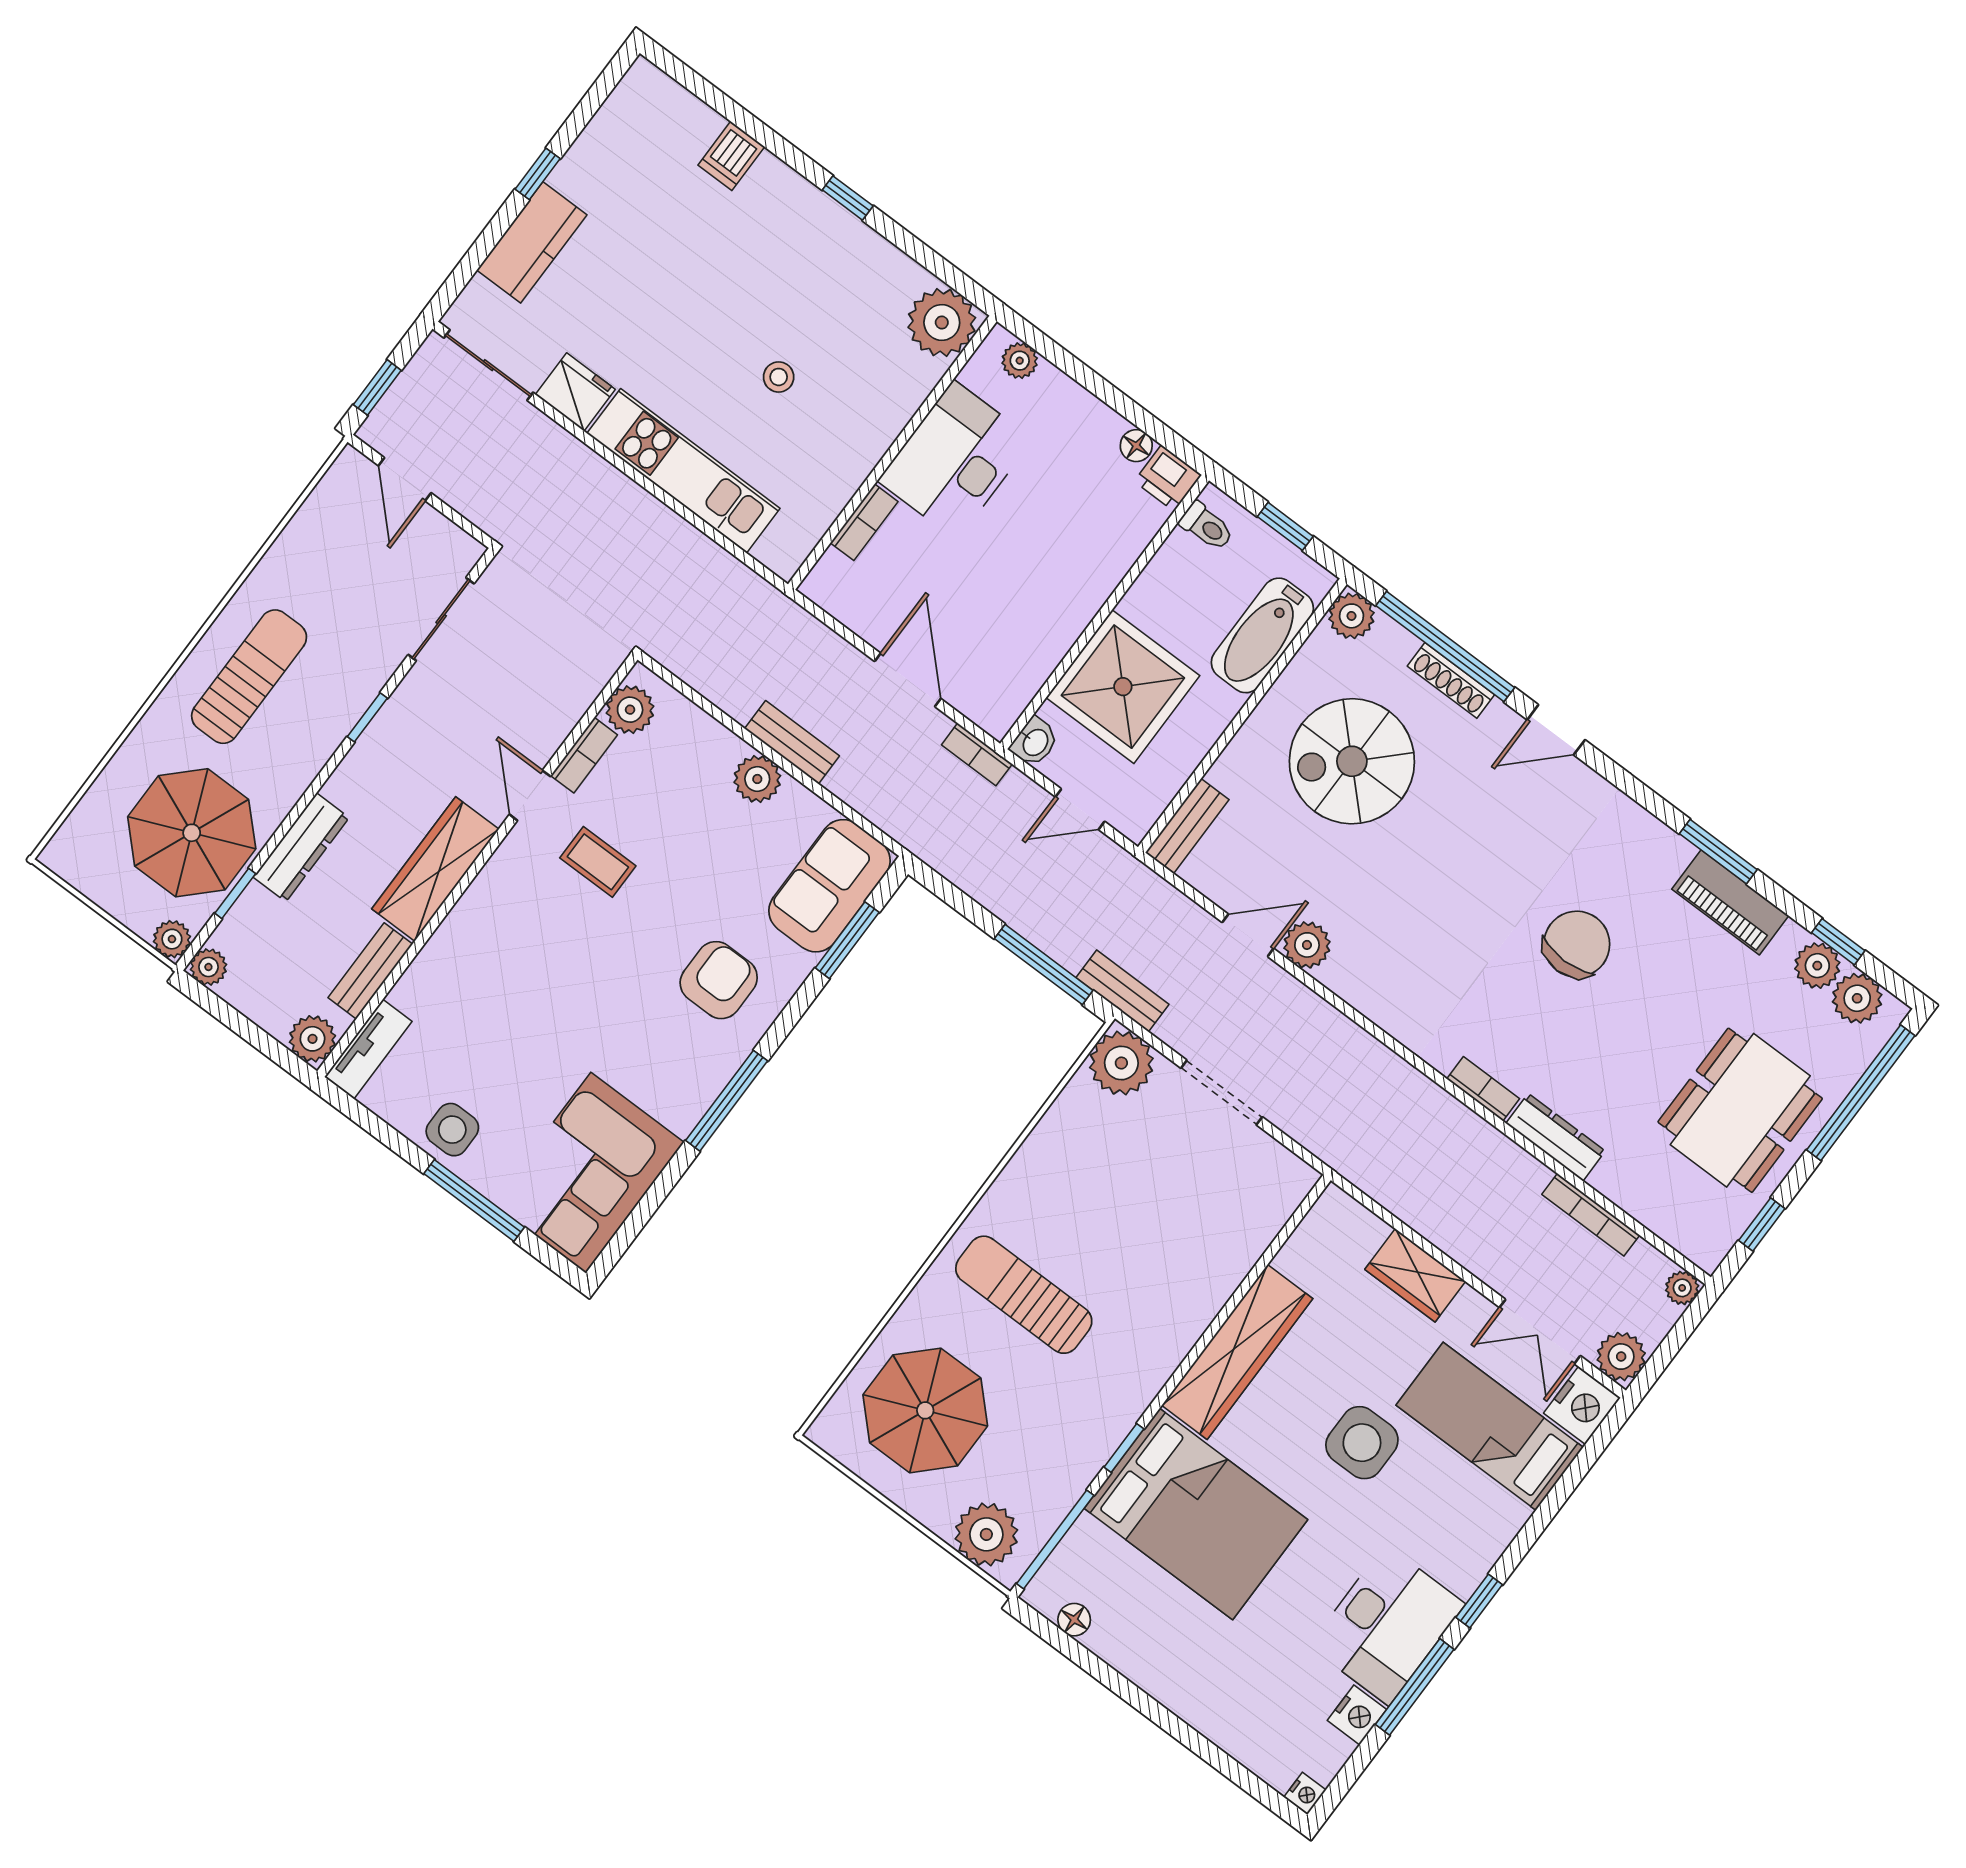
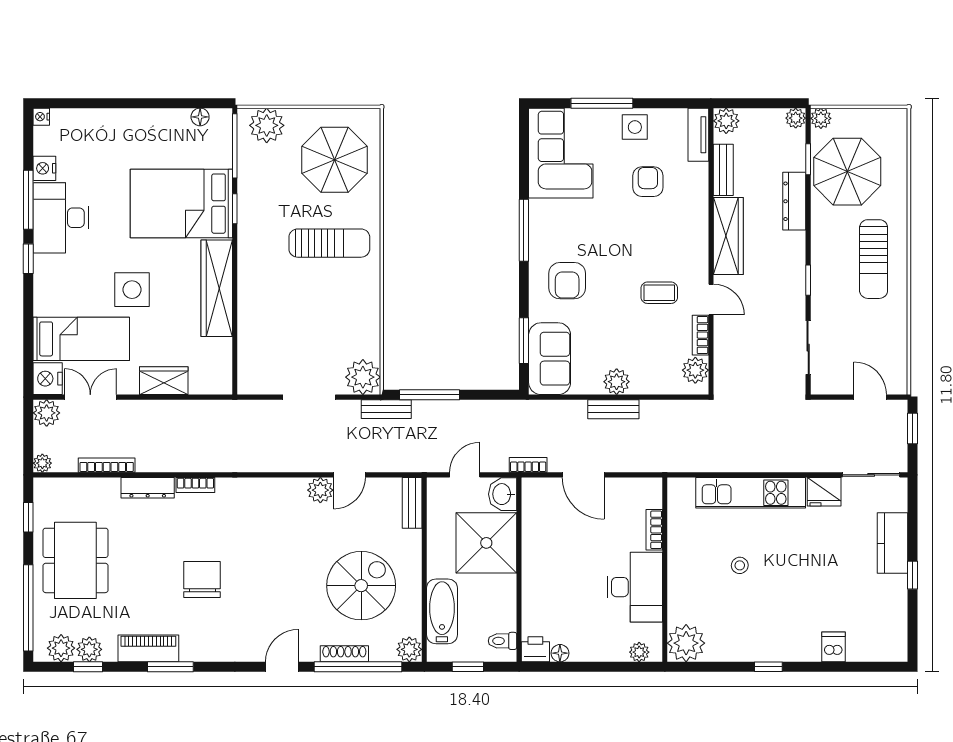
washbasin: (1035, 742) -> (503, 494), width x1.38, depth x1.45
chair: (1577, 944) -> (202, 579), turned 180
armchair: (493, 1036) -> (648, 182), added

